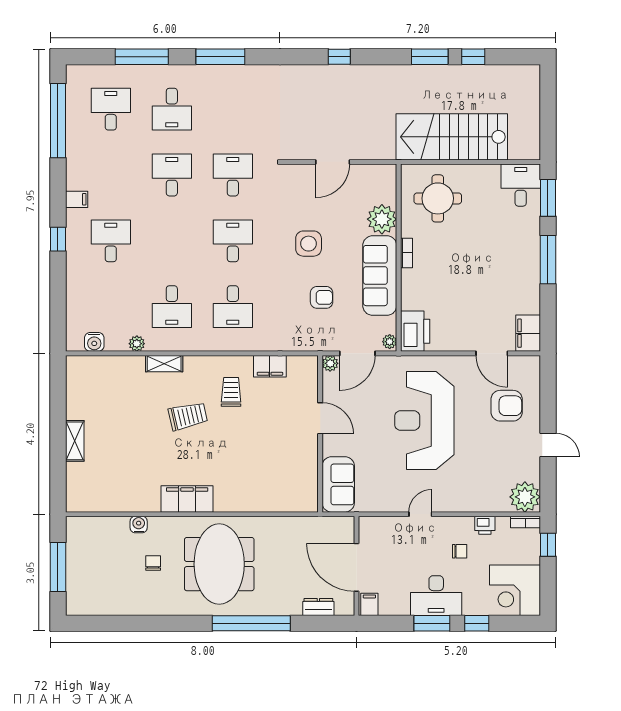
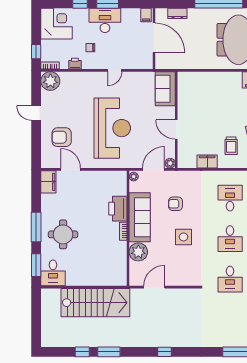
door: (333, 162) -> (154, 287), moved
round table: (438, 198) -> (63, 234), moved
printer: (415, 331) -> (118, 209), moved

